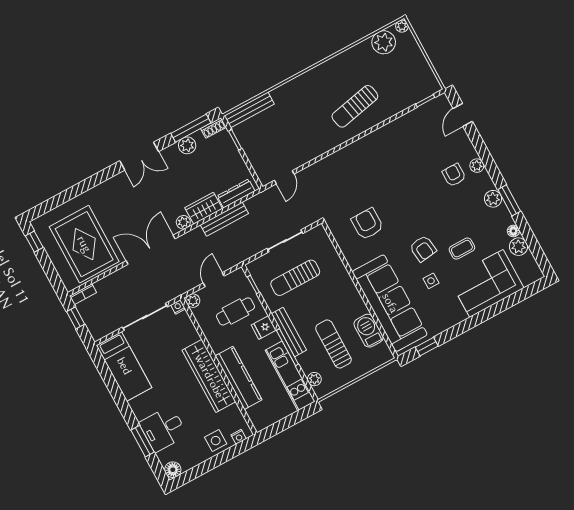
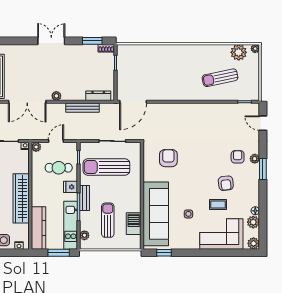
sun lounger: (355, 106) -> (220, 78), moved
bench: (249, 110) -> (134, 49), removed
door: (463, 115) -> (263, 123), hinge flipped
window: (191, 128) -> (92, 41), width x0.69
plant: (187, 145) -> (84, 50), removed
double door: (139, 156) -> (51, 41), swing flipped
door: (284, 177) -> (133, 102), width x1.87
plant: (493, 199) -> (254, 243), moved
window: (509, 200) -> (263, 169), moved
wardrobe: (204, 208) -> (73, 94), removed
armchair: (423, 249) -> (226, 183), moved
double door: (151, 250) -> (27, 102), swing flipped
sun lounger: (295, 278) -> (106, 167), width x1.36, depth x1.34
bench: (289, 332) -> (85, 198), width x0.73
kitchen counter: (238, 378) -> (38, 228), moved
window: (294, 419) -> (59, 253), added

